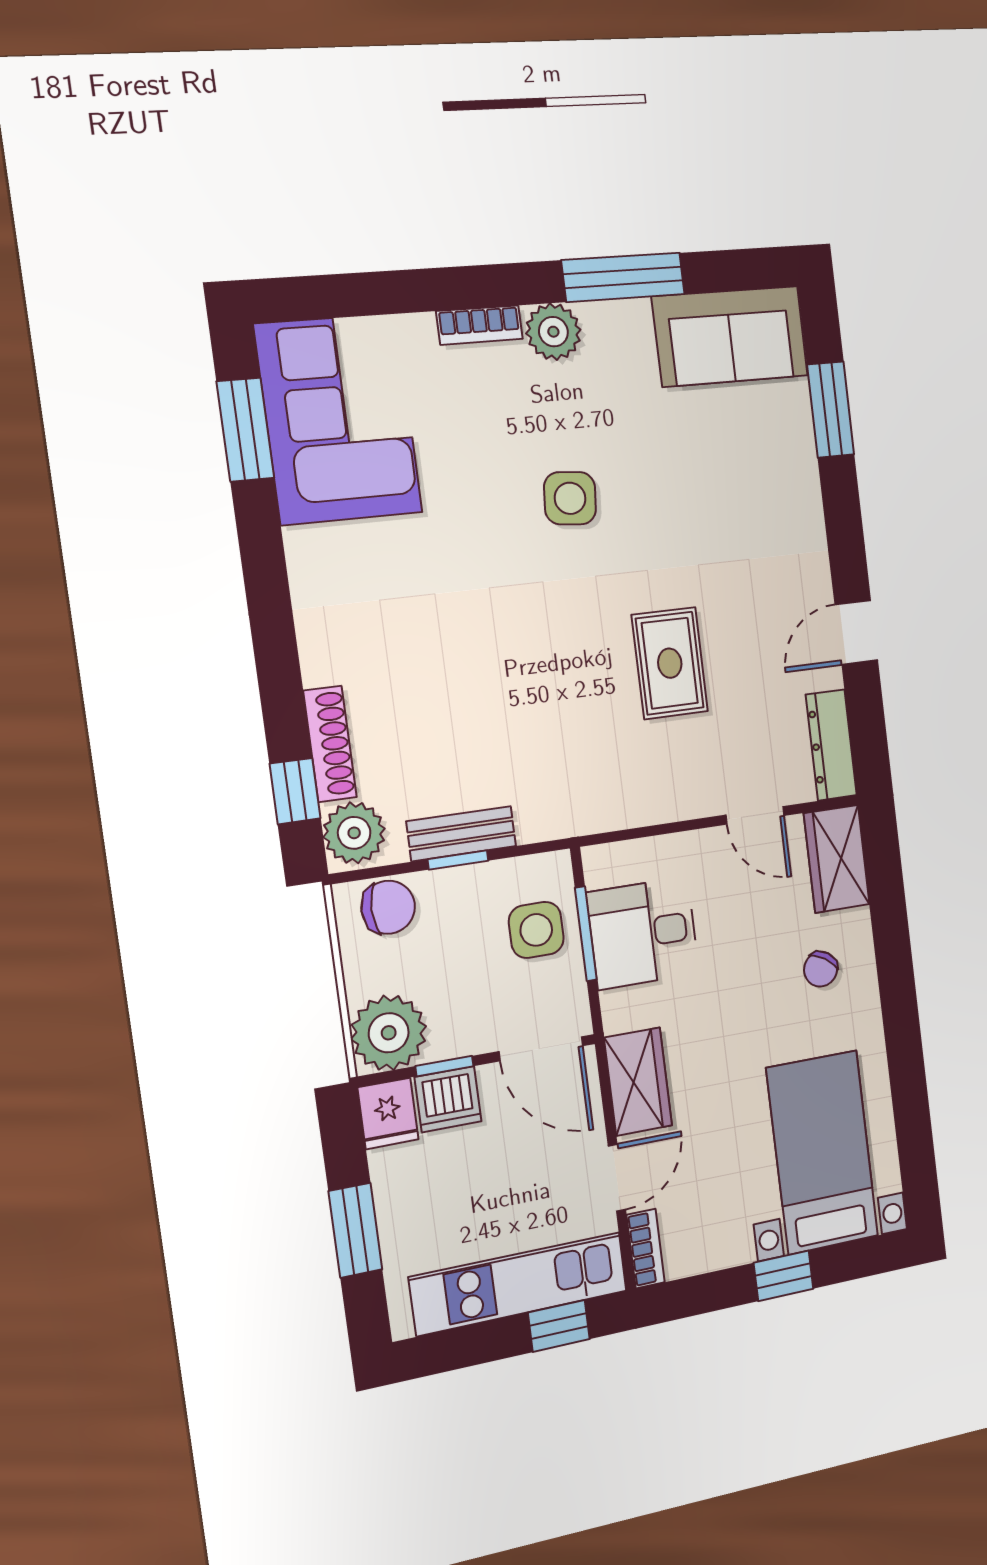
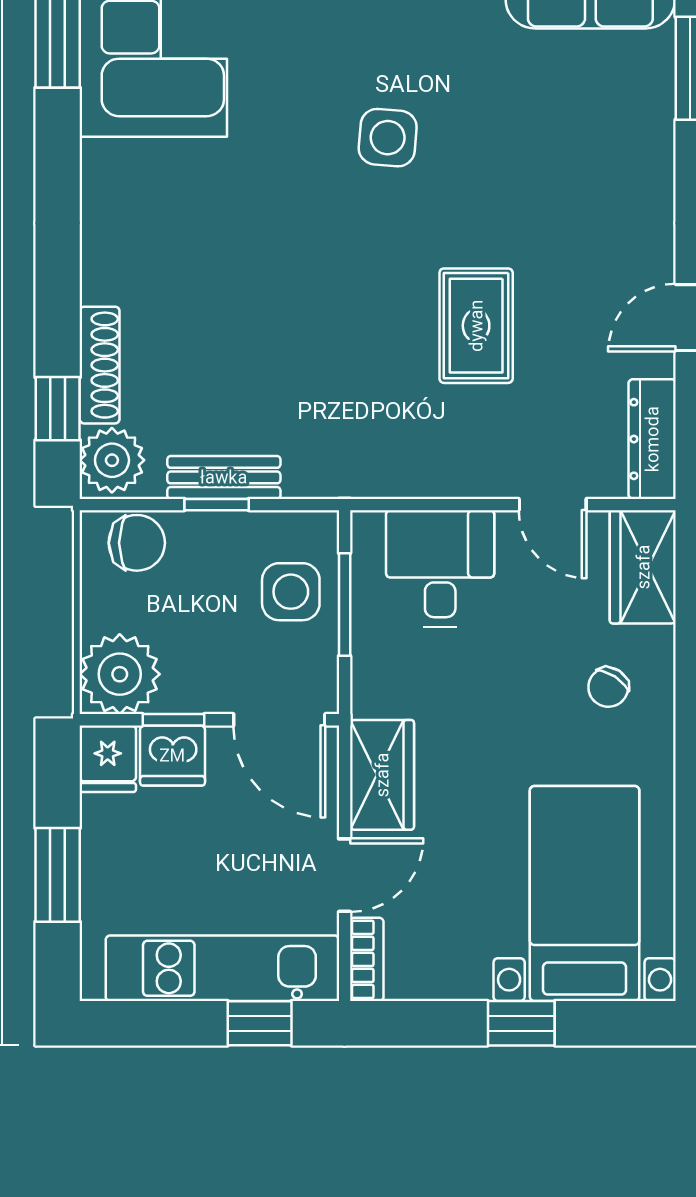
desk: (643, 933) -> (440, 568), moved, turned 90

